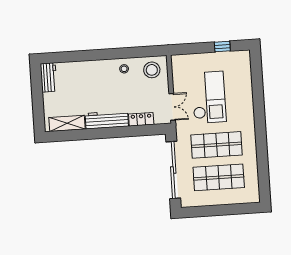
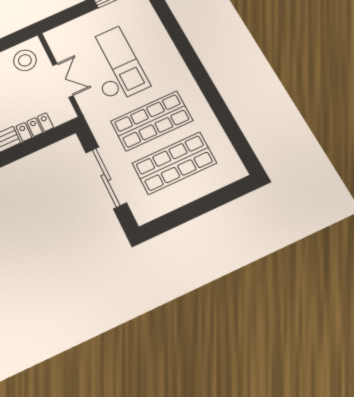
double door: (172, 107) -> (63, 80), moved
sliding door: (173, 170) -> (106, 178), width x0.73

